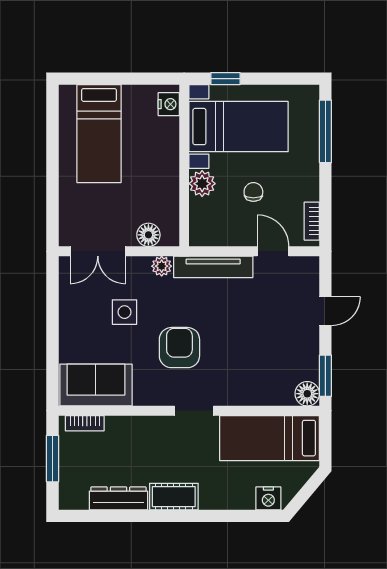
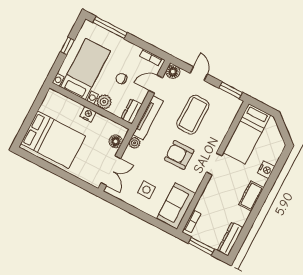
window: (225, 79) -> (67, 46), moved
nightstand: (169, 104) -> (88, 114), moved
bed: (99, 134) -> (53, 140), width x1.50
dresser: (209, 235) -> (131, 111), added
side table: (125, 312) -> (146, 190), moved
coffee table: (255, 336) -> (193, 115), added
floor lamp: (307, 394) -> (173, 72), moved
dresser: (118, 498) -> (230, 239), moved
nightstand: (268, 498) -> (266, 170), moved

